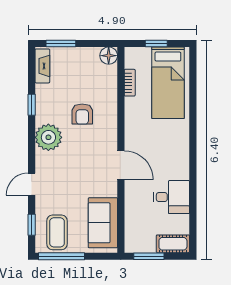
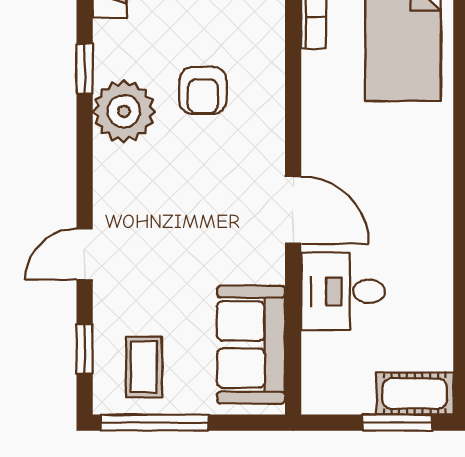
plant: (48, 137) -> (124, 111), moved
desk: (171, 197) -> (343, 291), moved, turned 180
coffee table: (57, 232) -> (144, 367), width x0.73, depth x0.77
window: (149, 256) -> (397, 423), moved

